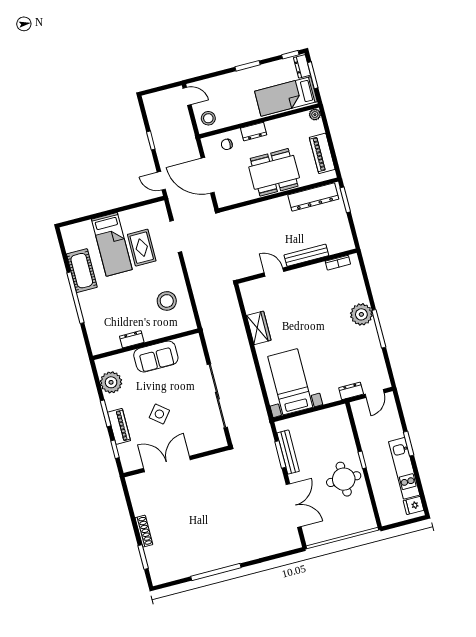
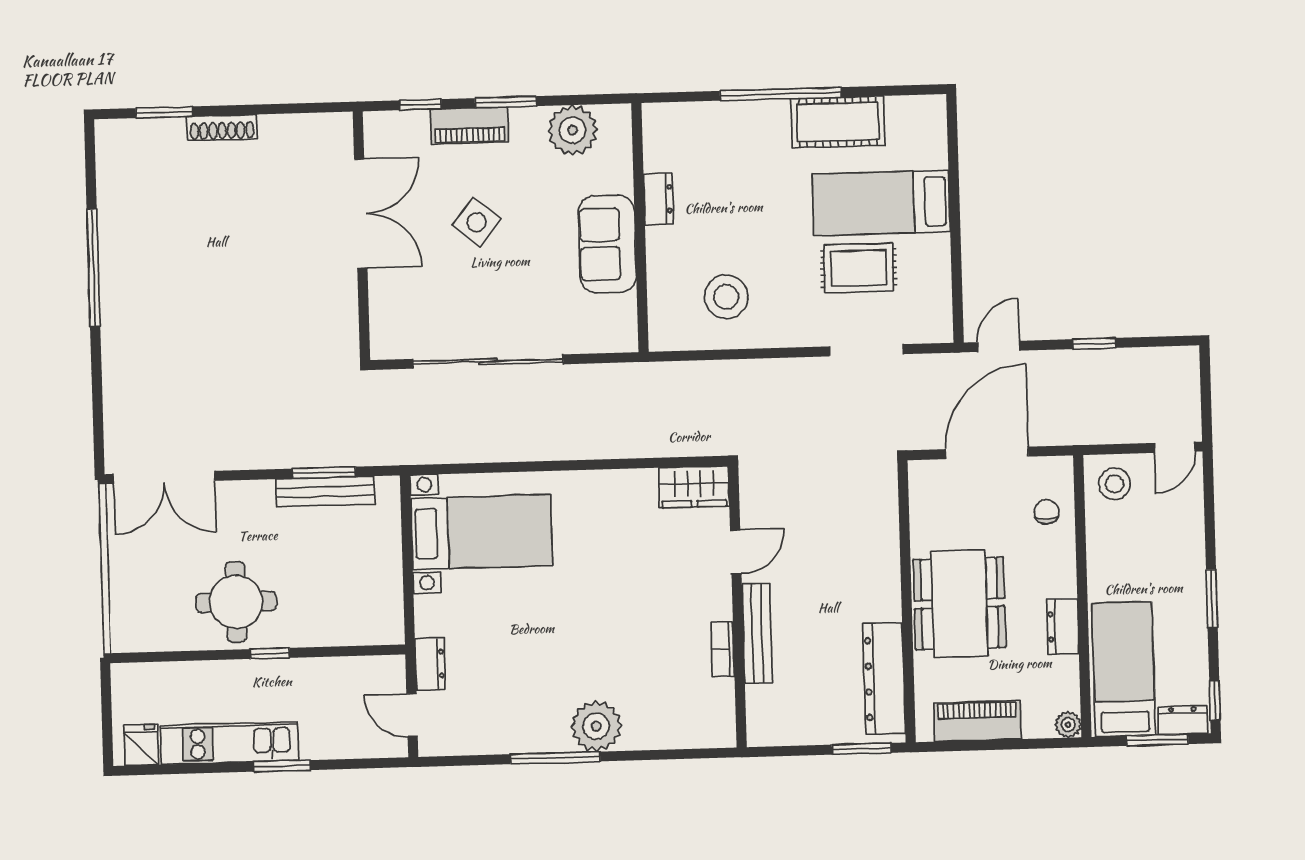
dresser: (254, 132) -> (1063, 627), moved
bookcase: (338, 263) -> (723, 649), moved
wardrobe: (259, 328) -> (694, 487), moved
double door: (294, 506) -> (164, 477), moved

